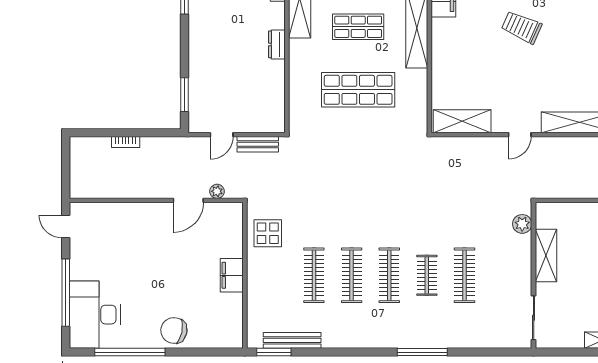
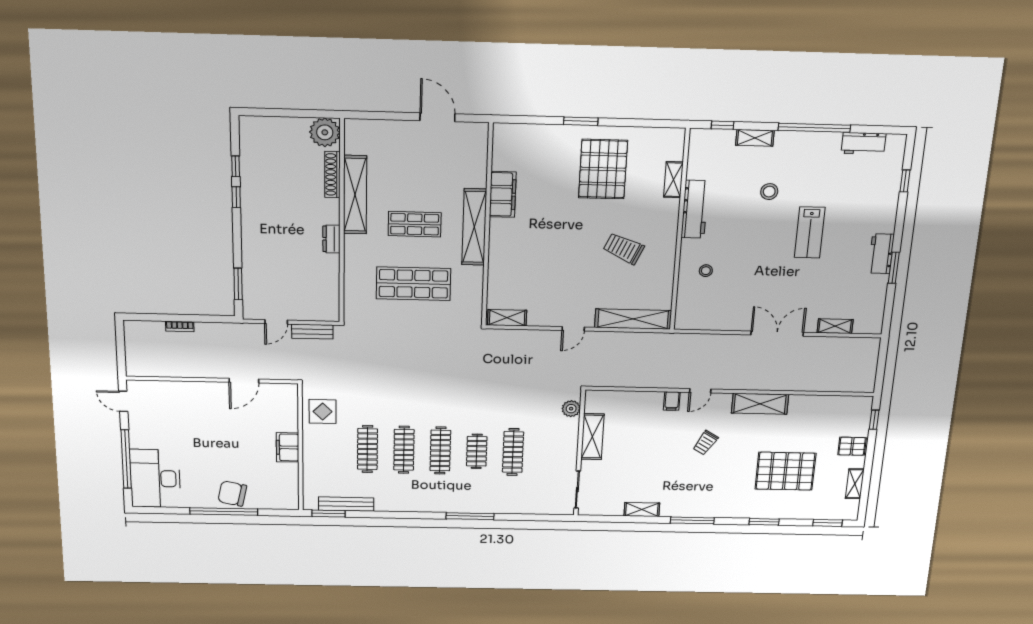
trolley: (522, 27) -> (624, 248), moved
shelving: (462, 121) -> (507, 318), width x0.67, depth x0.75
plant: (217, 191) -> (272, 373), removed
window: (130, 352) -> (224, 512), moved

